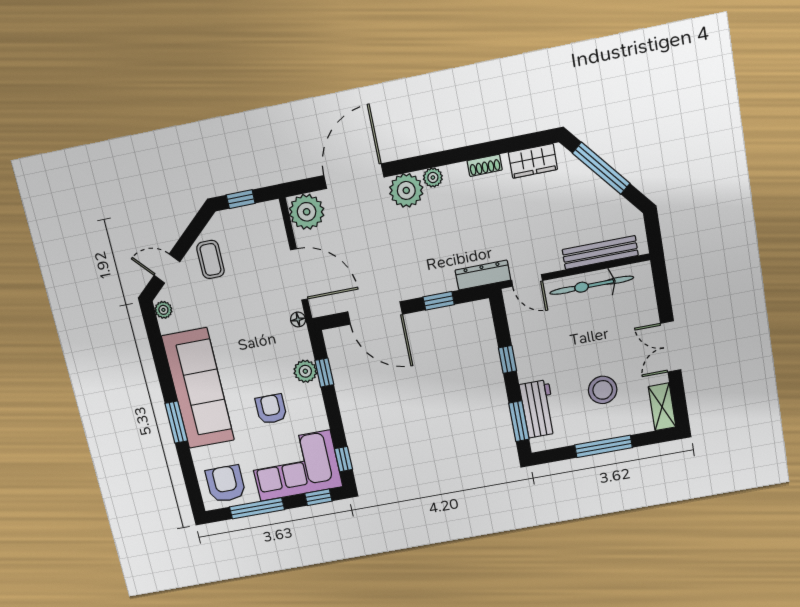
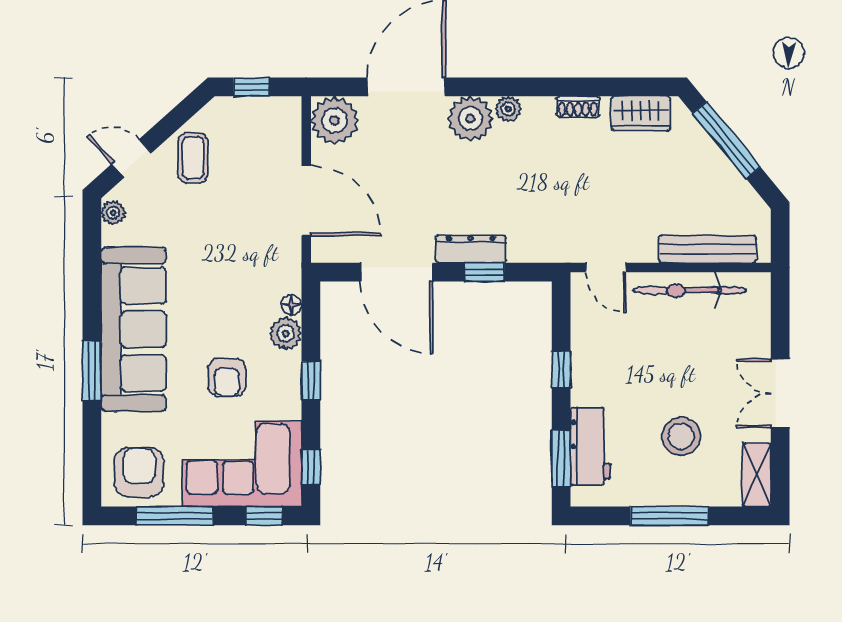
dresser: (483, 275) -> (471, 249), moved
floor lamp: (298, 319) -> (291, 305), moved
window: (324, 373) -> (311, 381), moved
armchair: (271, 409) -> (227, 377), turned 180

